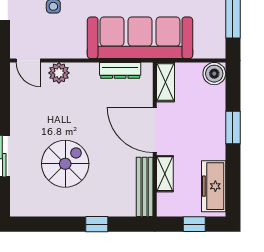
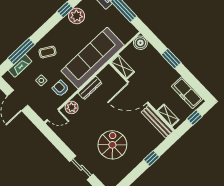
armchair: (67, 38) -> (61, 88), added
dresser: (120, 70) -> (90, 88), moved
shelving: (165, 174) -> (168, 115), moved

